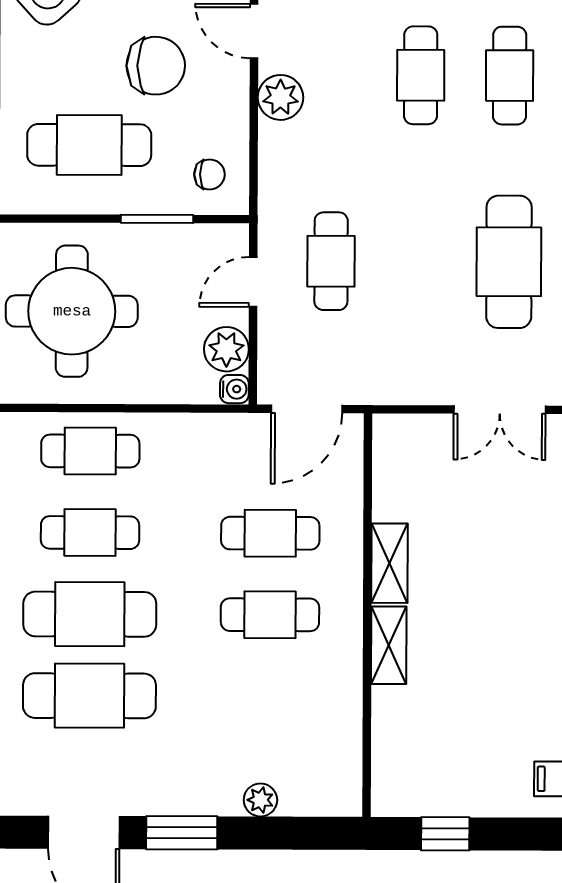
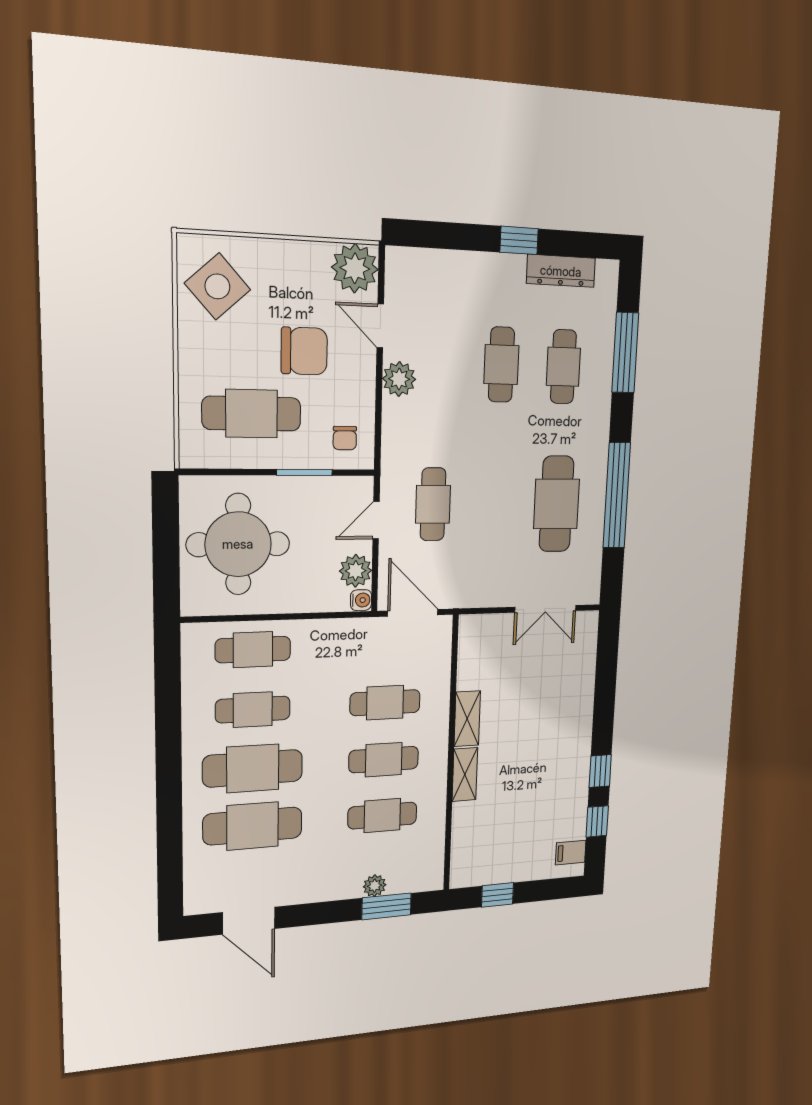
chair: (210, 174) -> (345, 438), turned 90
door: (307, 409) -> (413, 613), swing flipped
cafe table: (270, 696) -> (382, 816), added
window: (182, 833) -> (387, 906), moved

